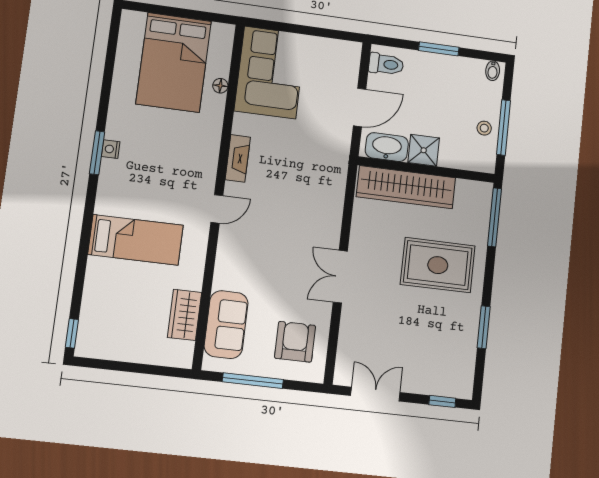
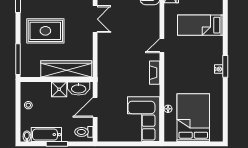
bathtub: (456, 69) -> (46, 135), added
window: (504, 127) -> (18, 107), removed

